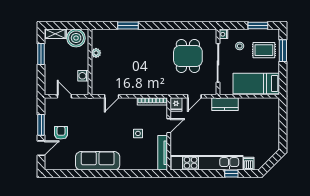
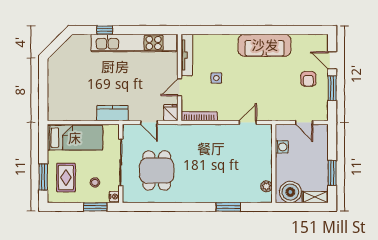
window: (258, 26) -> (95, 207), moved
rug: (264, 50) -> (66, 178), turned 90
plant: (96, 53) -> (266, 186), moved
door: (194, 96) -> (149, 123), swing flipped
door: (41, 148) -> (332, 60), hinge flipped
dishwasher: (249, 164) -> (84, 42), removed

